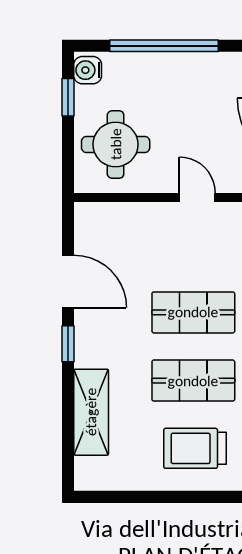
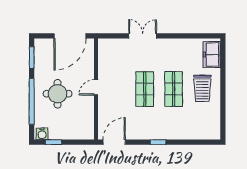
round table: (116, 144) -> (58, 94), moved
door: (68, 281) -> (114, 142), moved
shelving: (91, 412) -> (187, 132), removed

